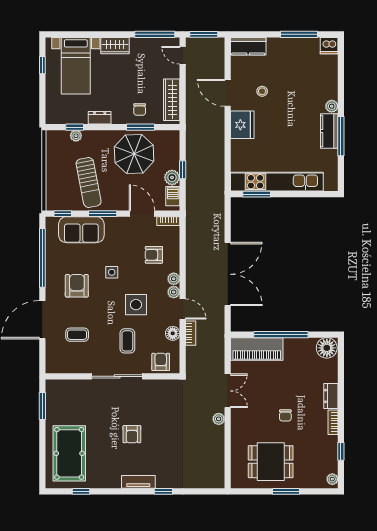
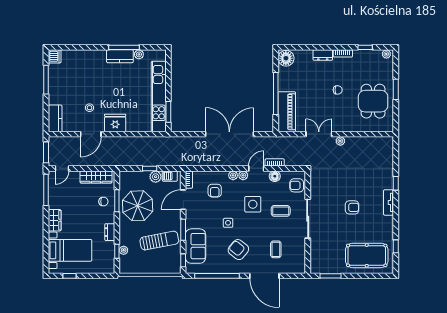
plant: (332, 106) -> (139, 54), moved
armchair: (77, 286) -> (238, 250), turned 39

